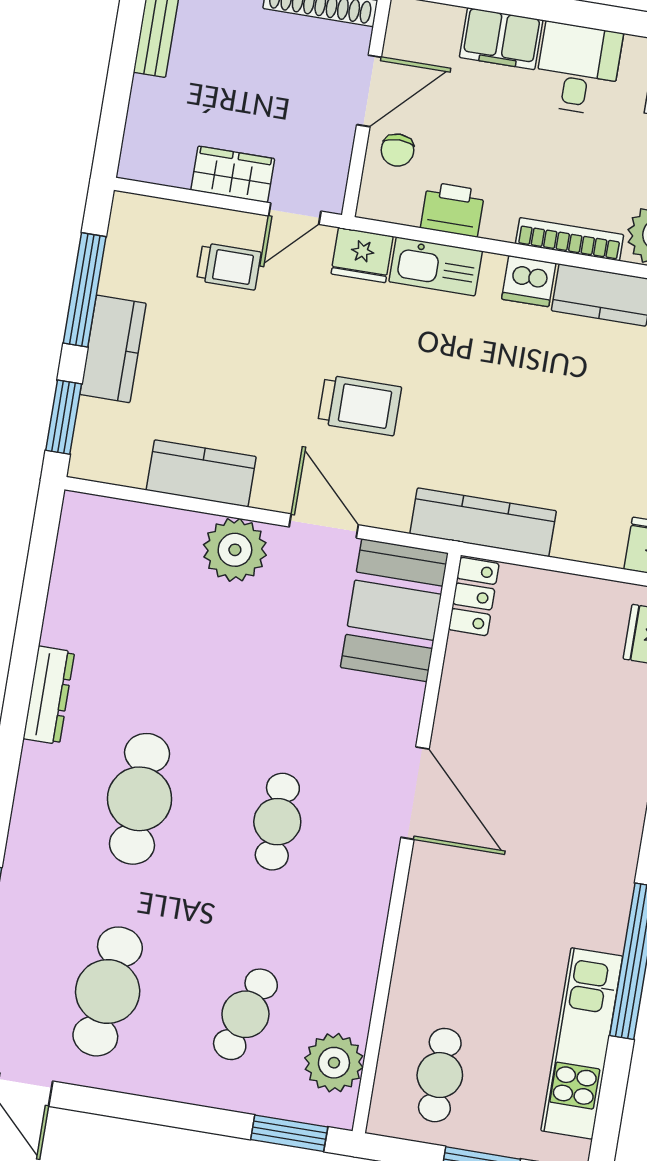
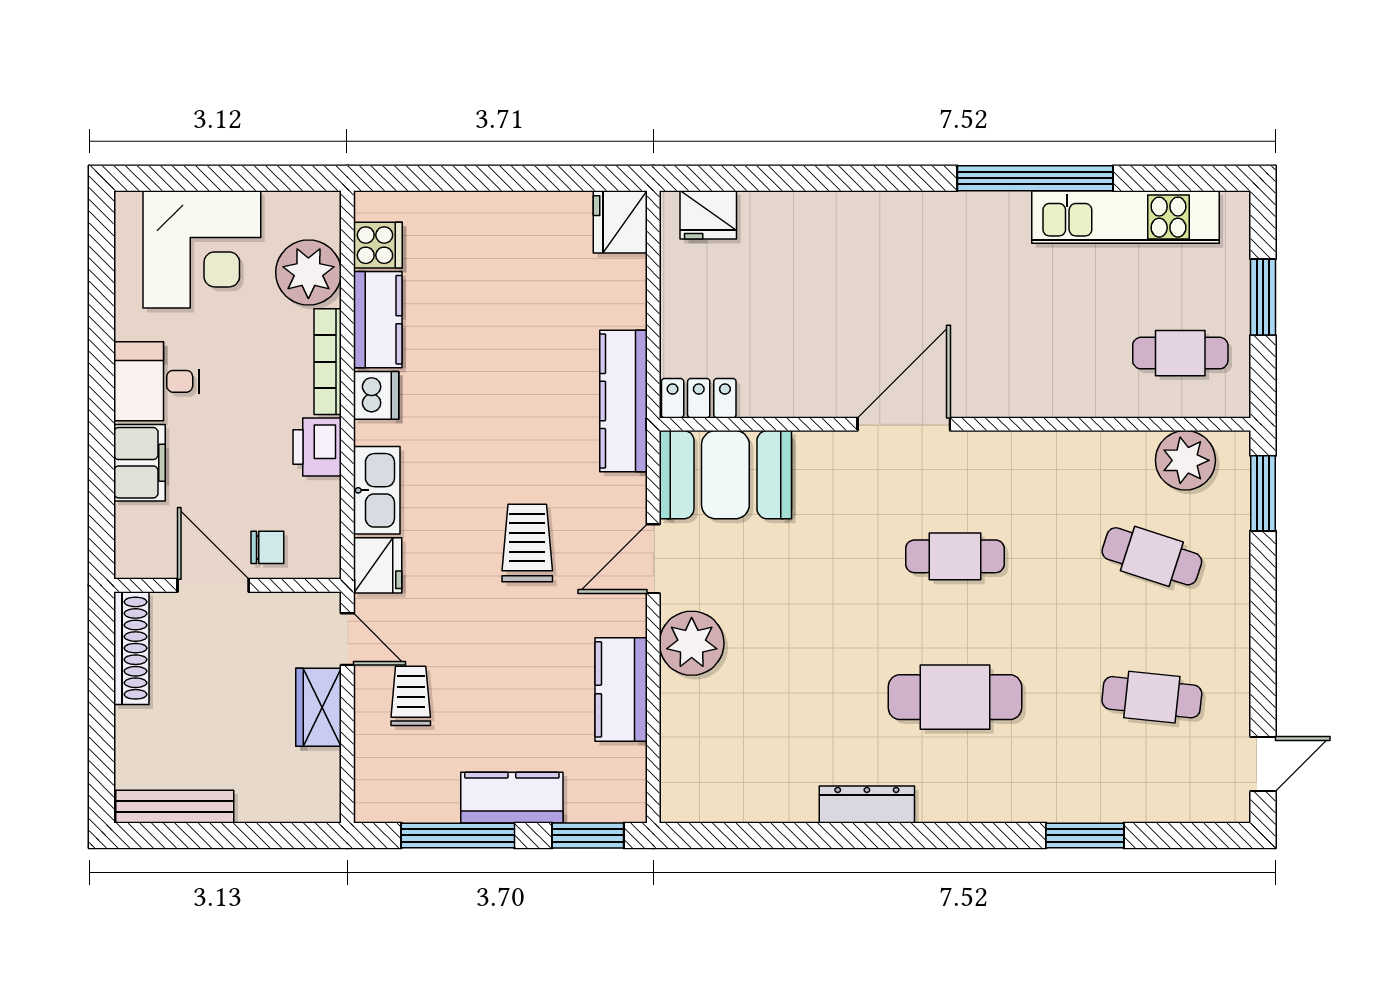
printer: (453, 209) -> (317, 447), moved
cafe table: (108, 991) -> (1152, 697), width x0.73, depth x0.74

